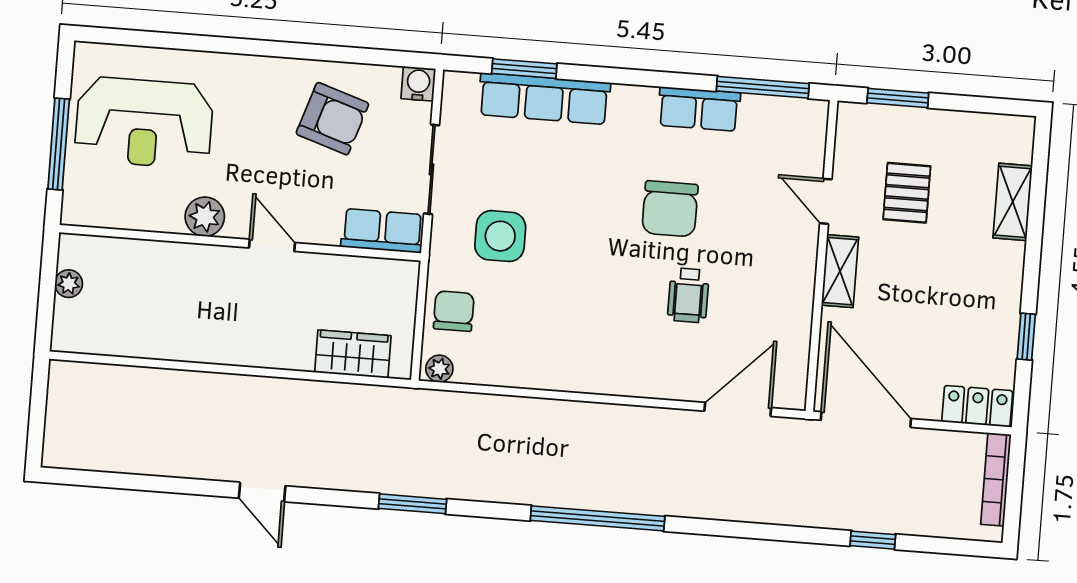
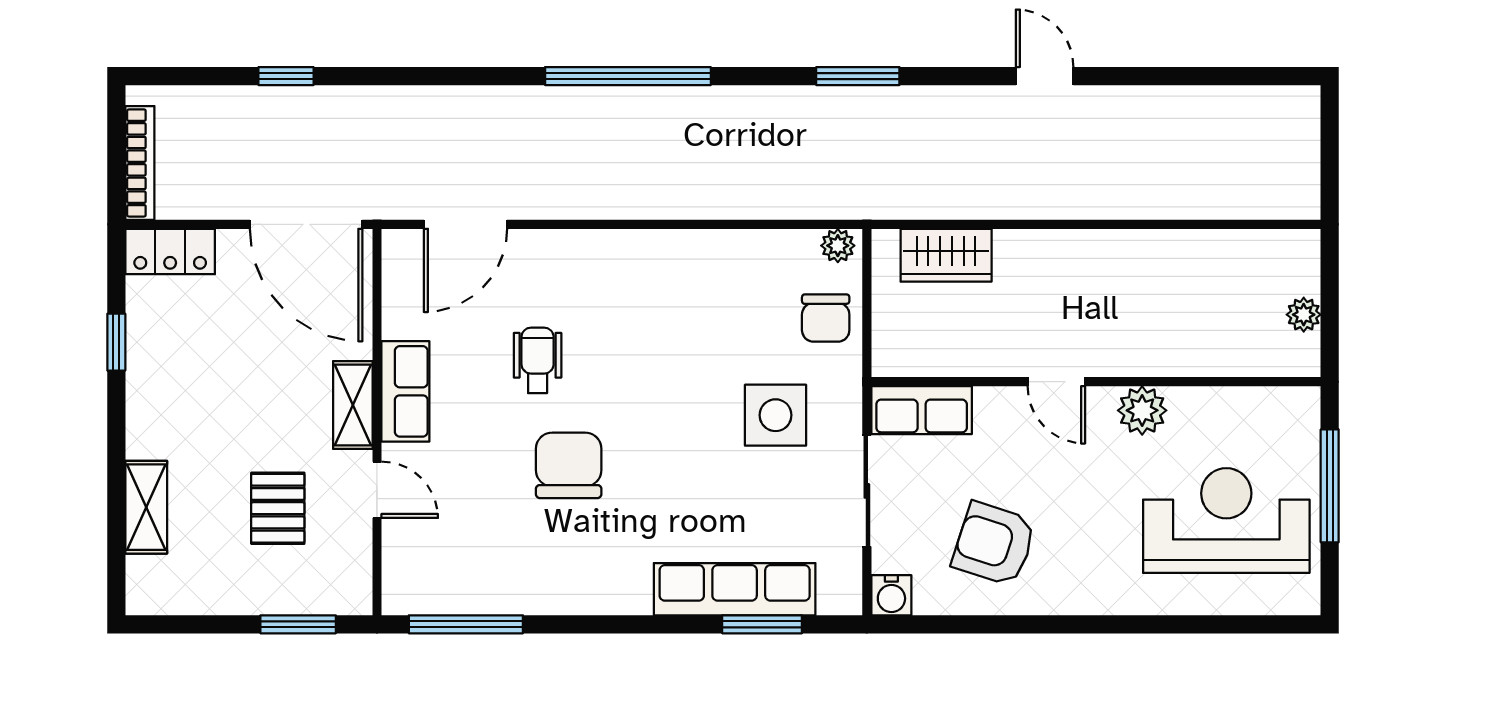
row of seats: (699, 109) -> (405, 391), moved, turned 90

